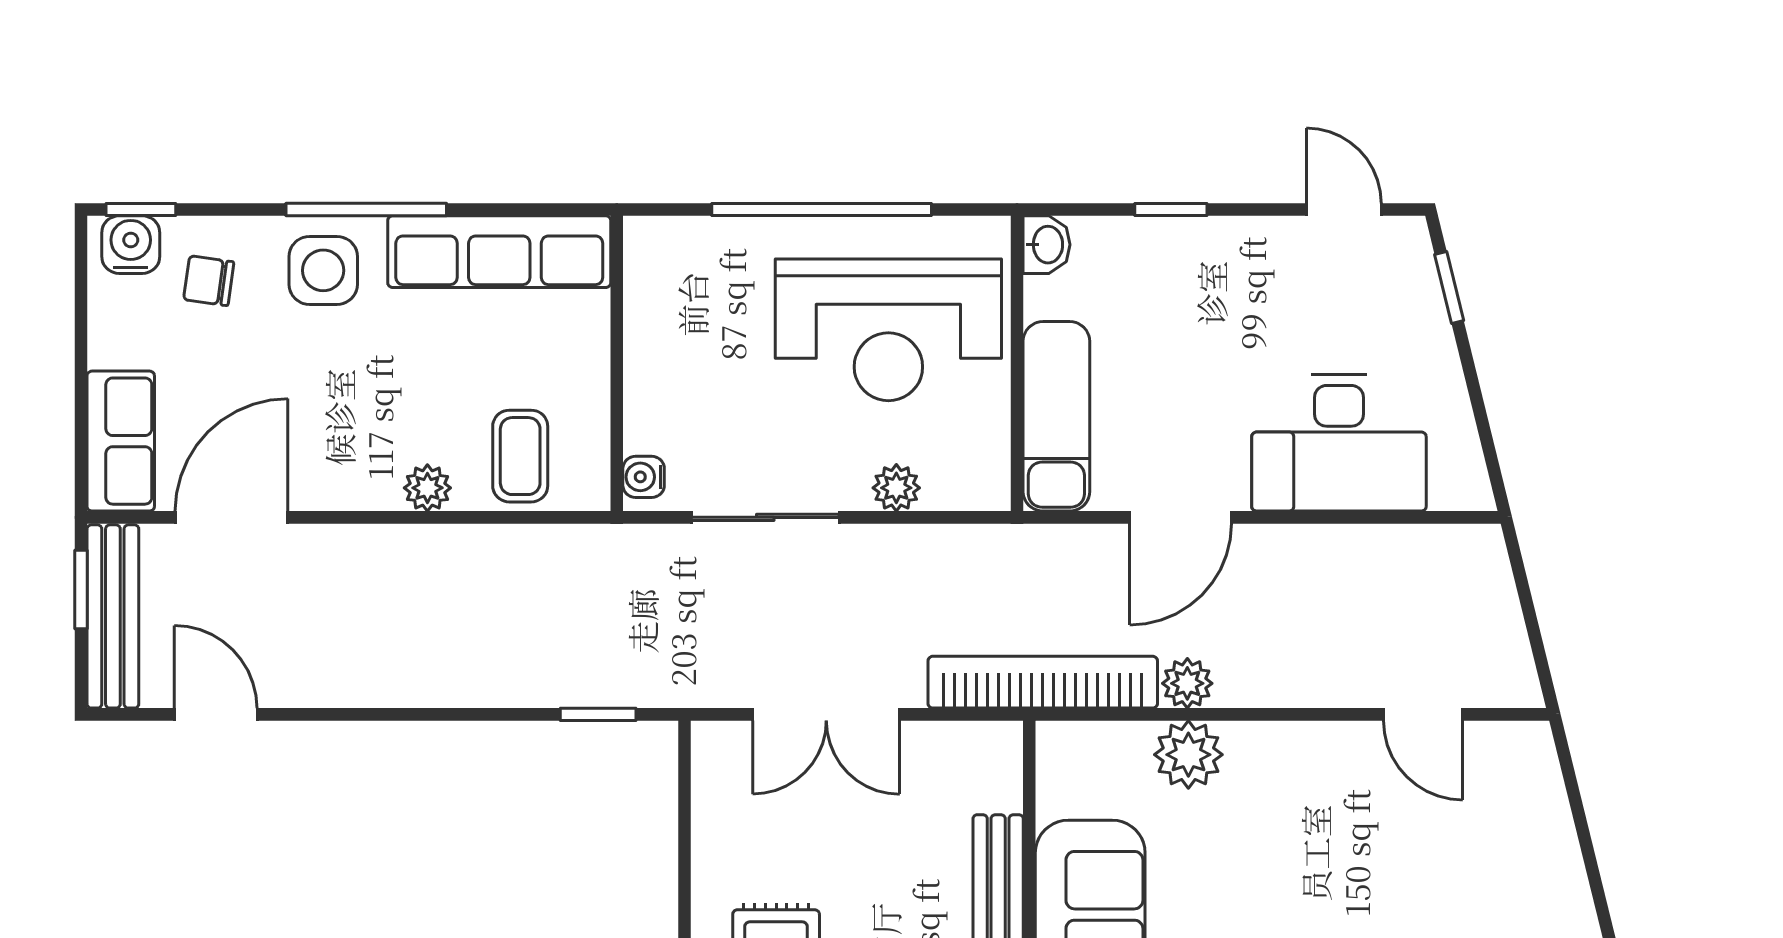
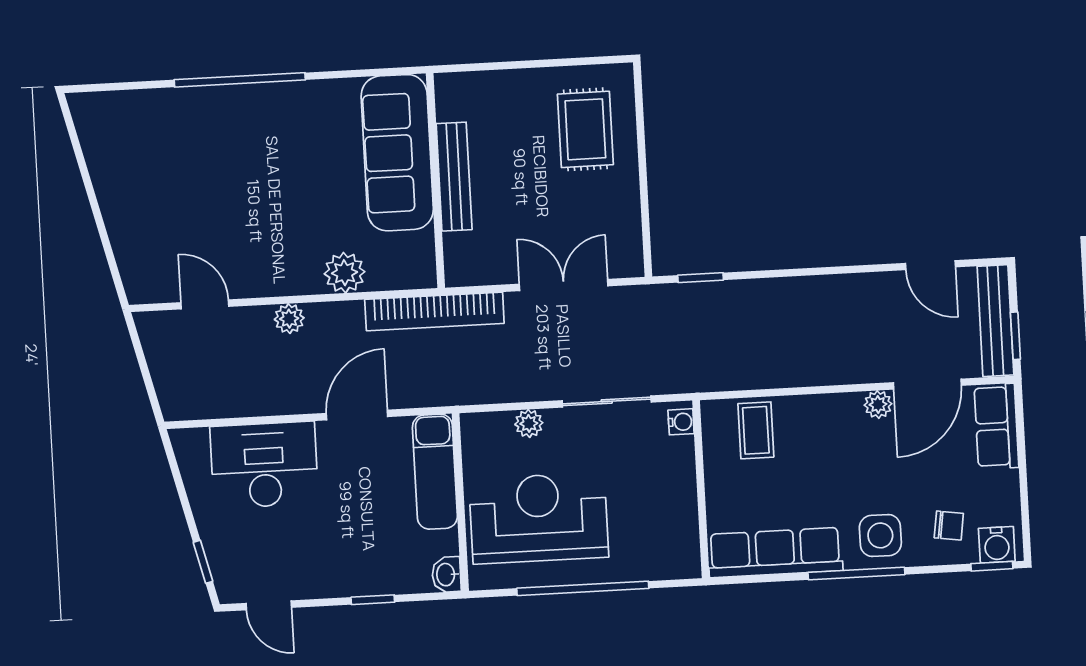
plant: (427, 488) -> (878, 404), moved
plant: (1187, 683) -> (289, 319), moved

